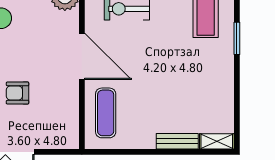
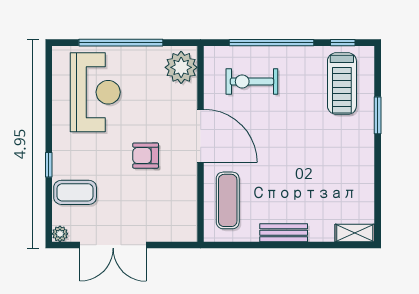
armchair: (18, 93) -> (146, 156), moved
bench: (177, 141) -> (284, 233), moved

